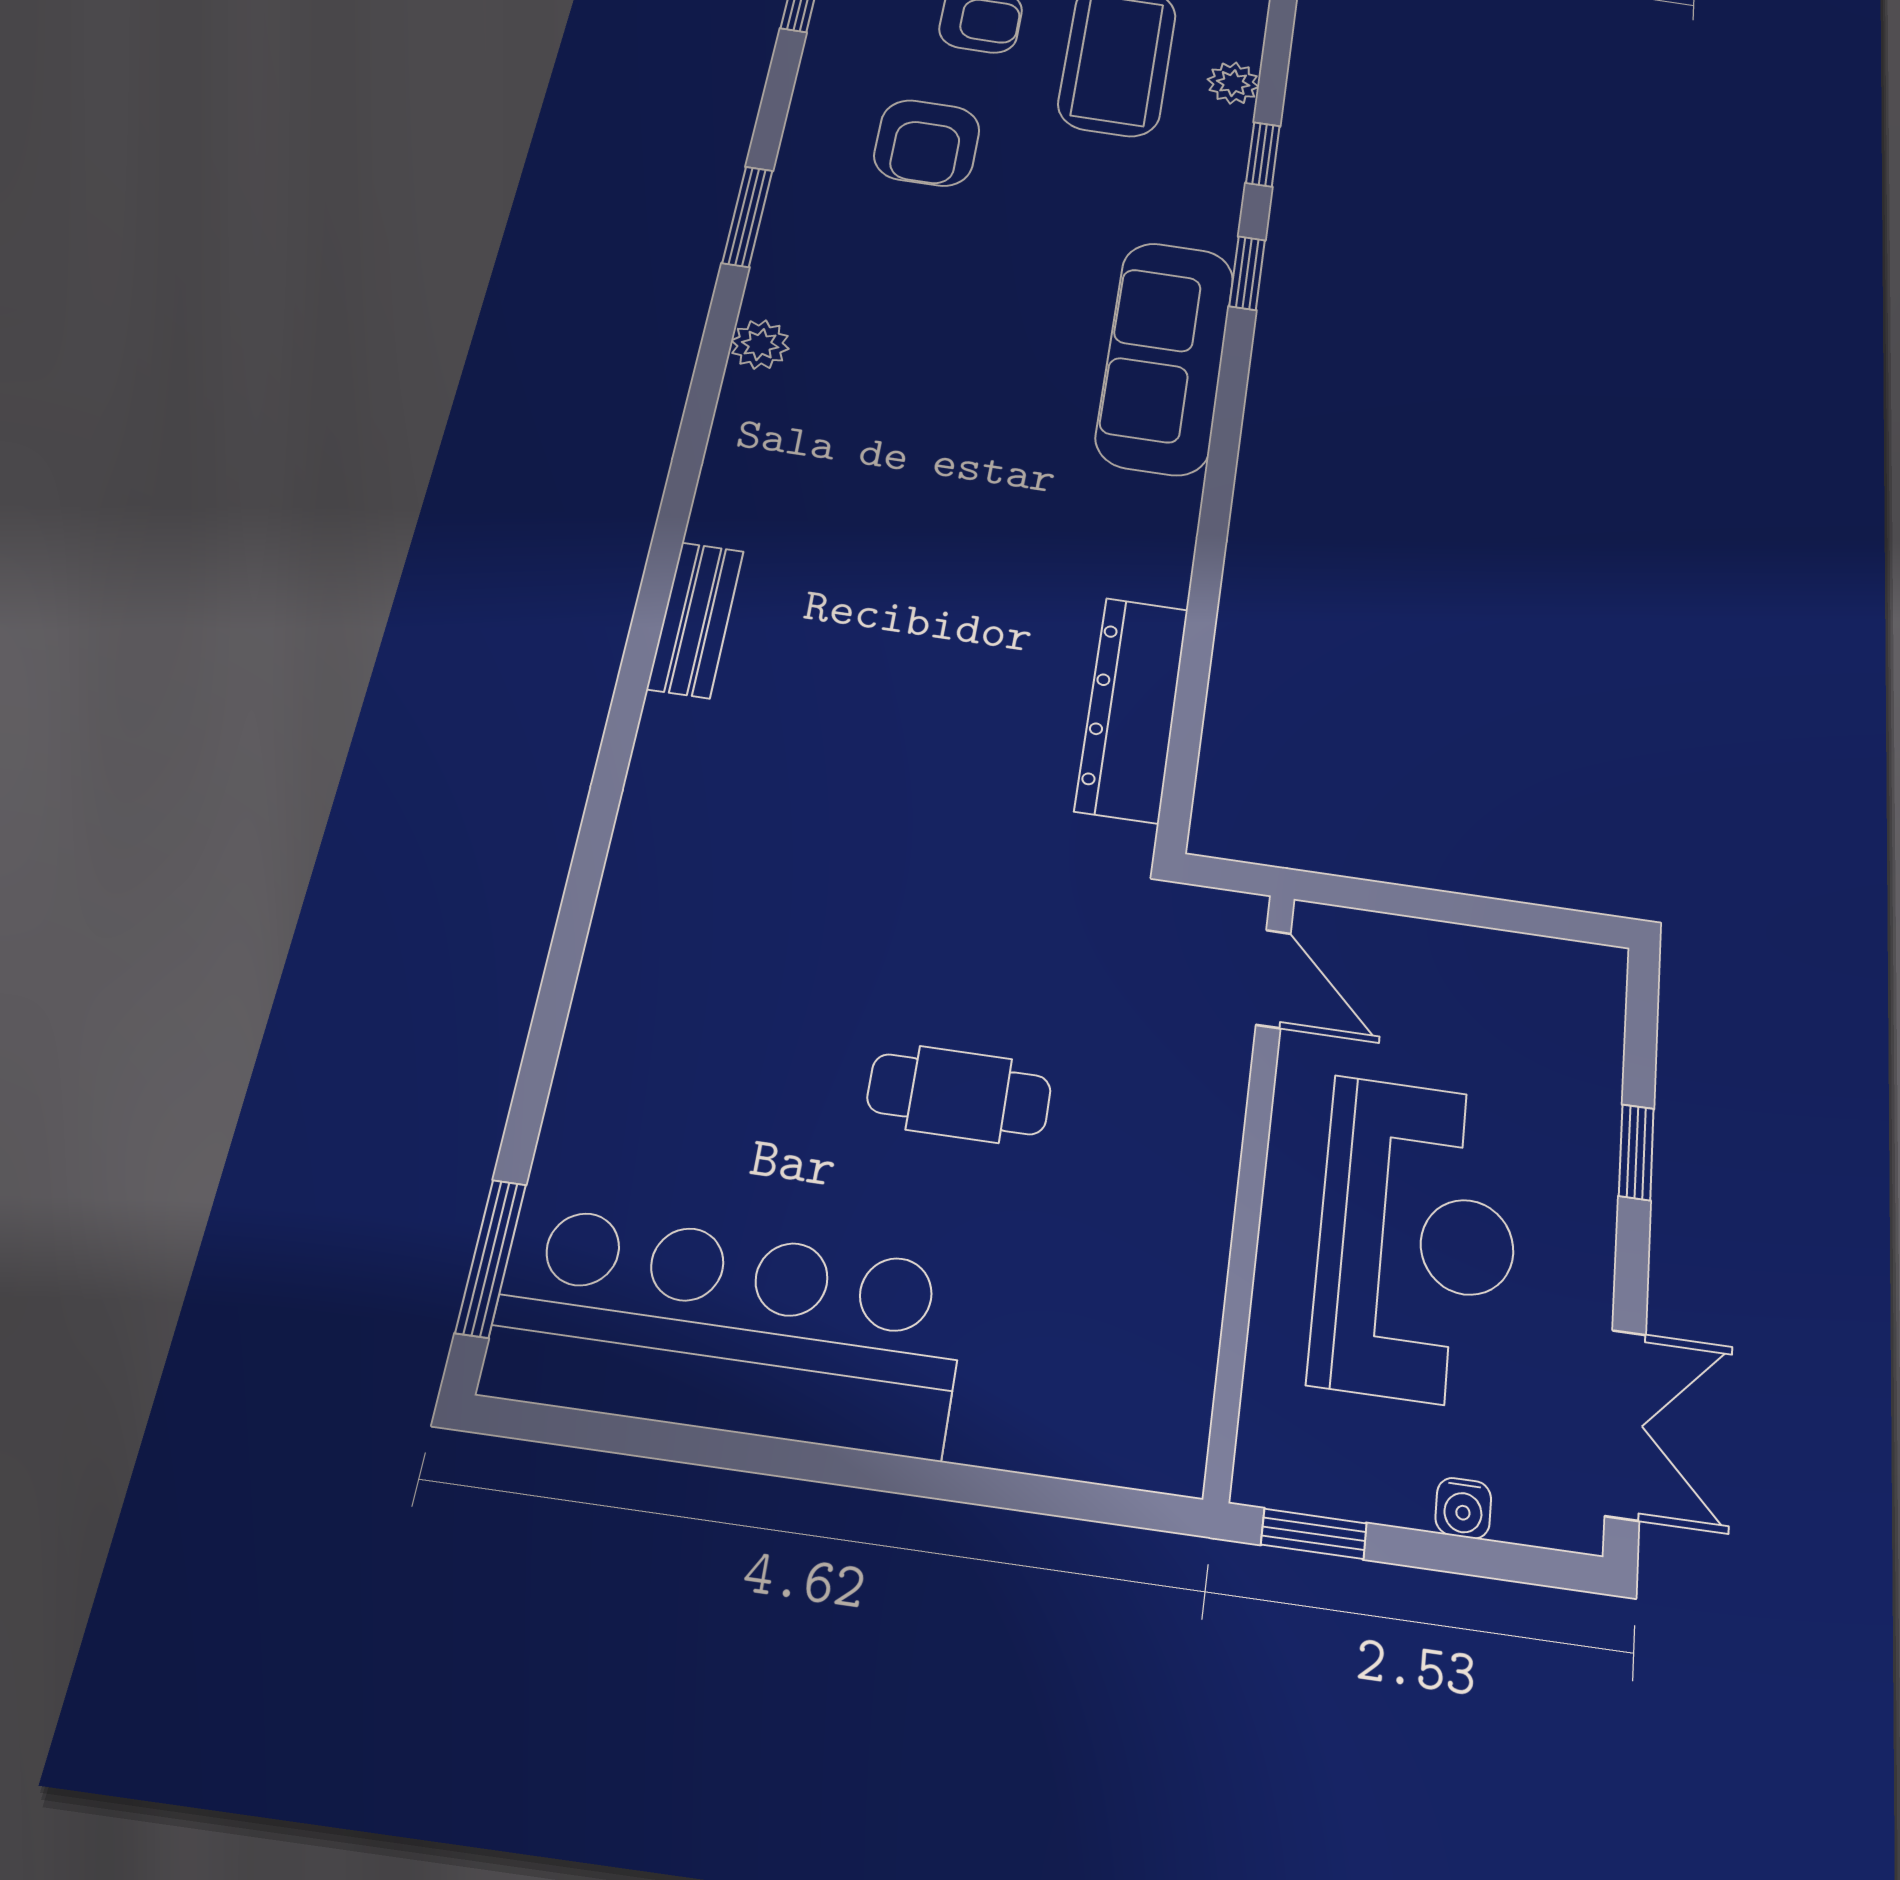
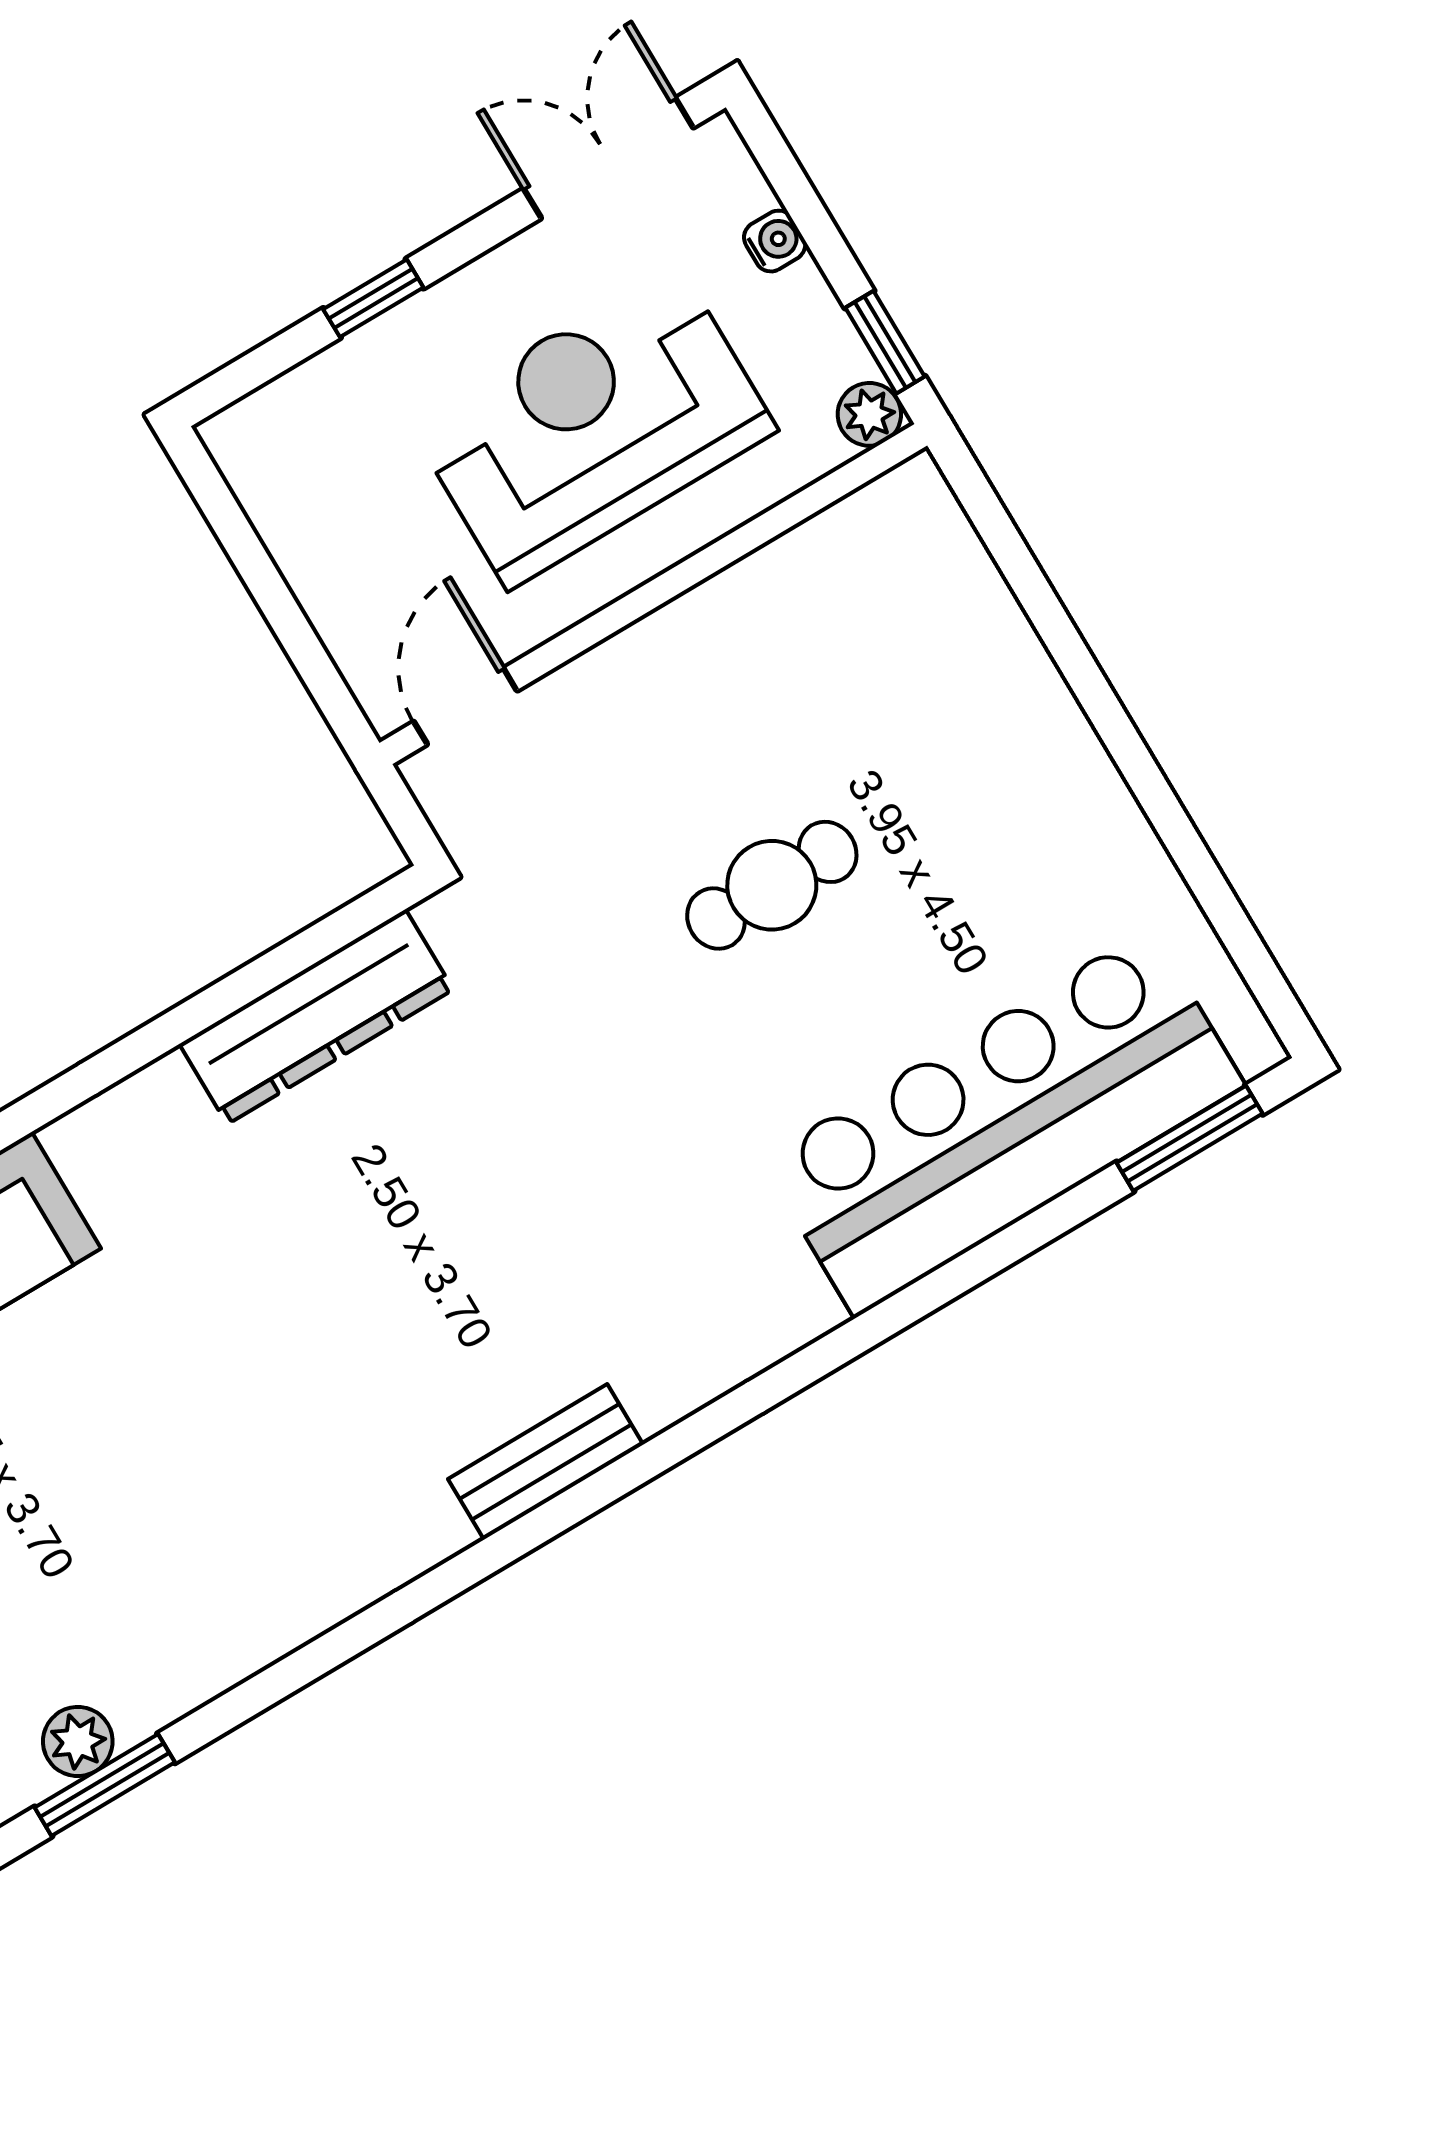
plant: (760, 345) -> (78, 1741), moved
cafe table: (959, 1094) -> (772, 885), turned 90
bar counter: (728, 1331) -> (1003, 1122), moved, turned 90
plant: (1264, 1471) -> (869, 414), added

